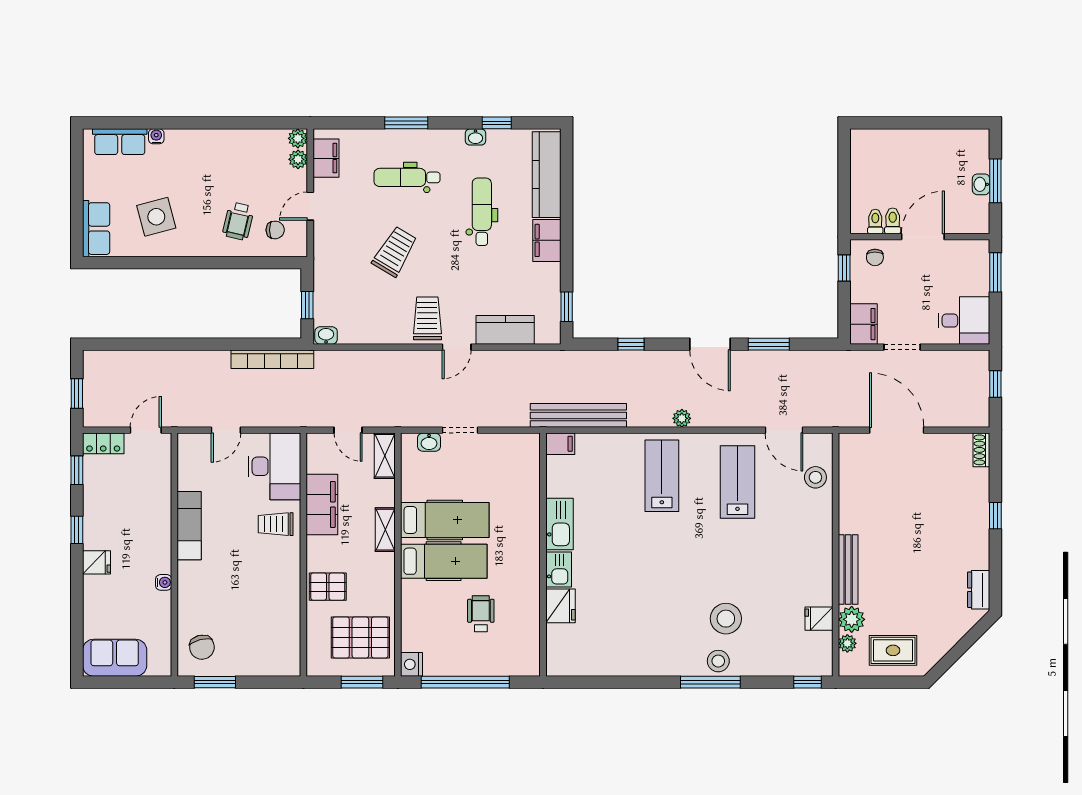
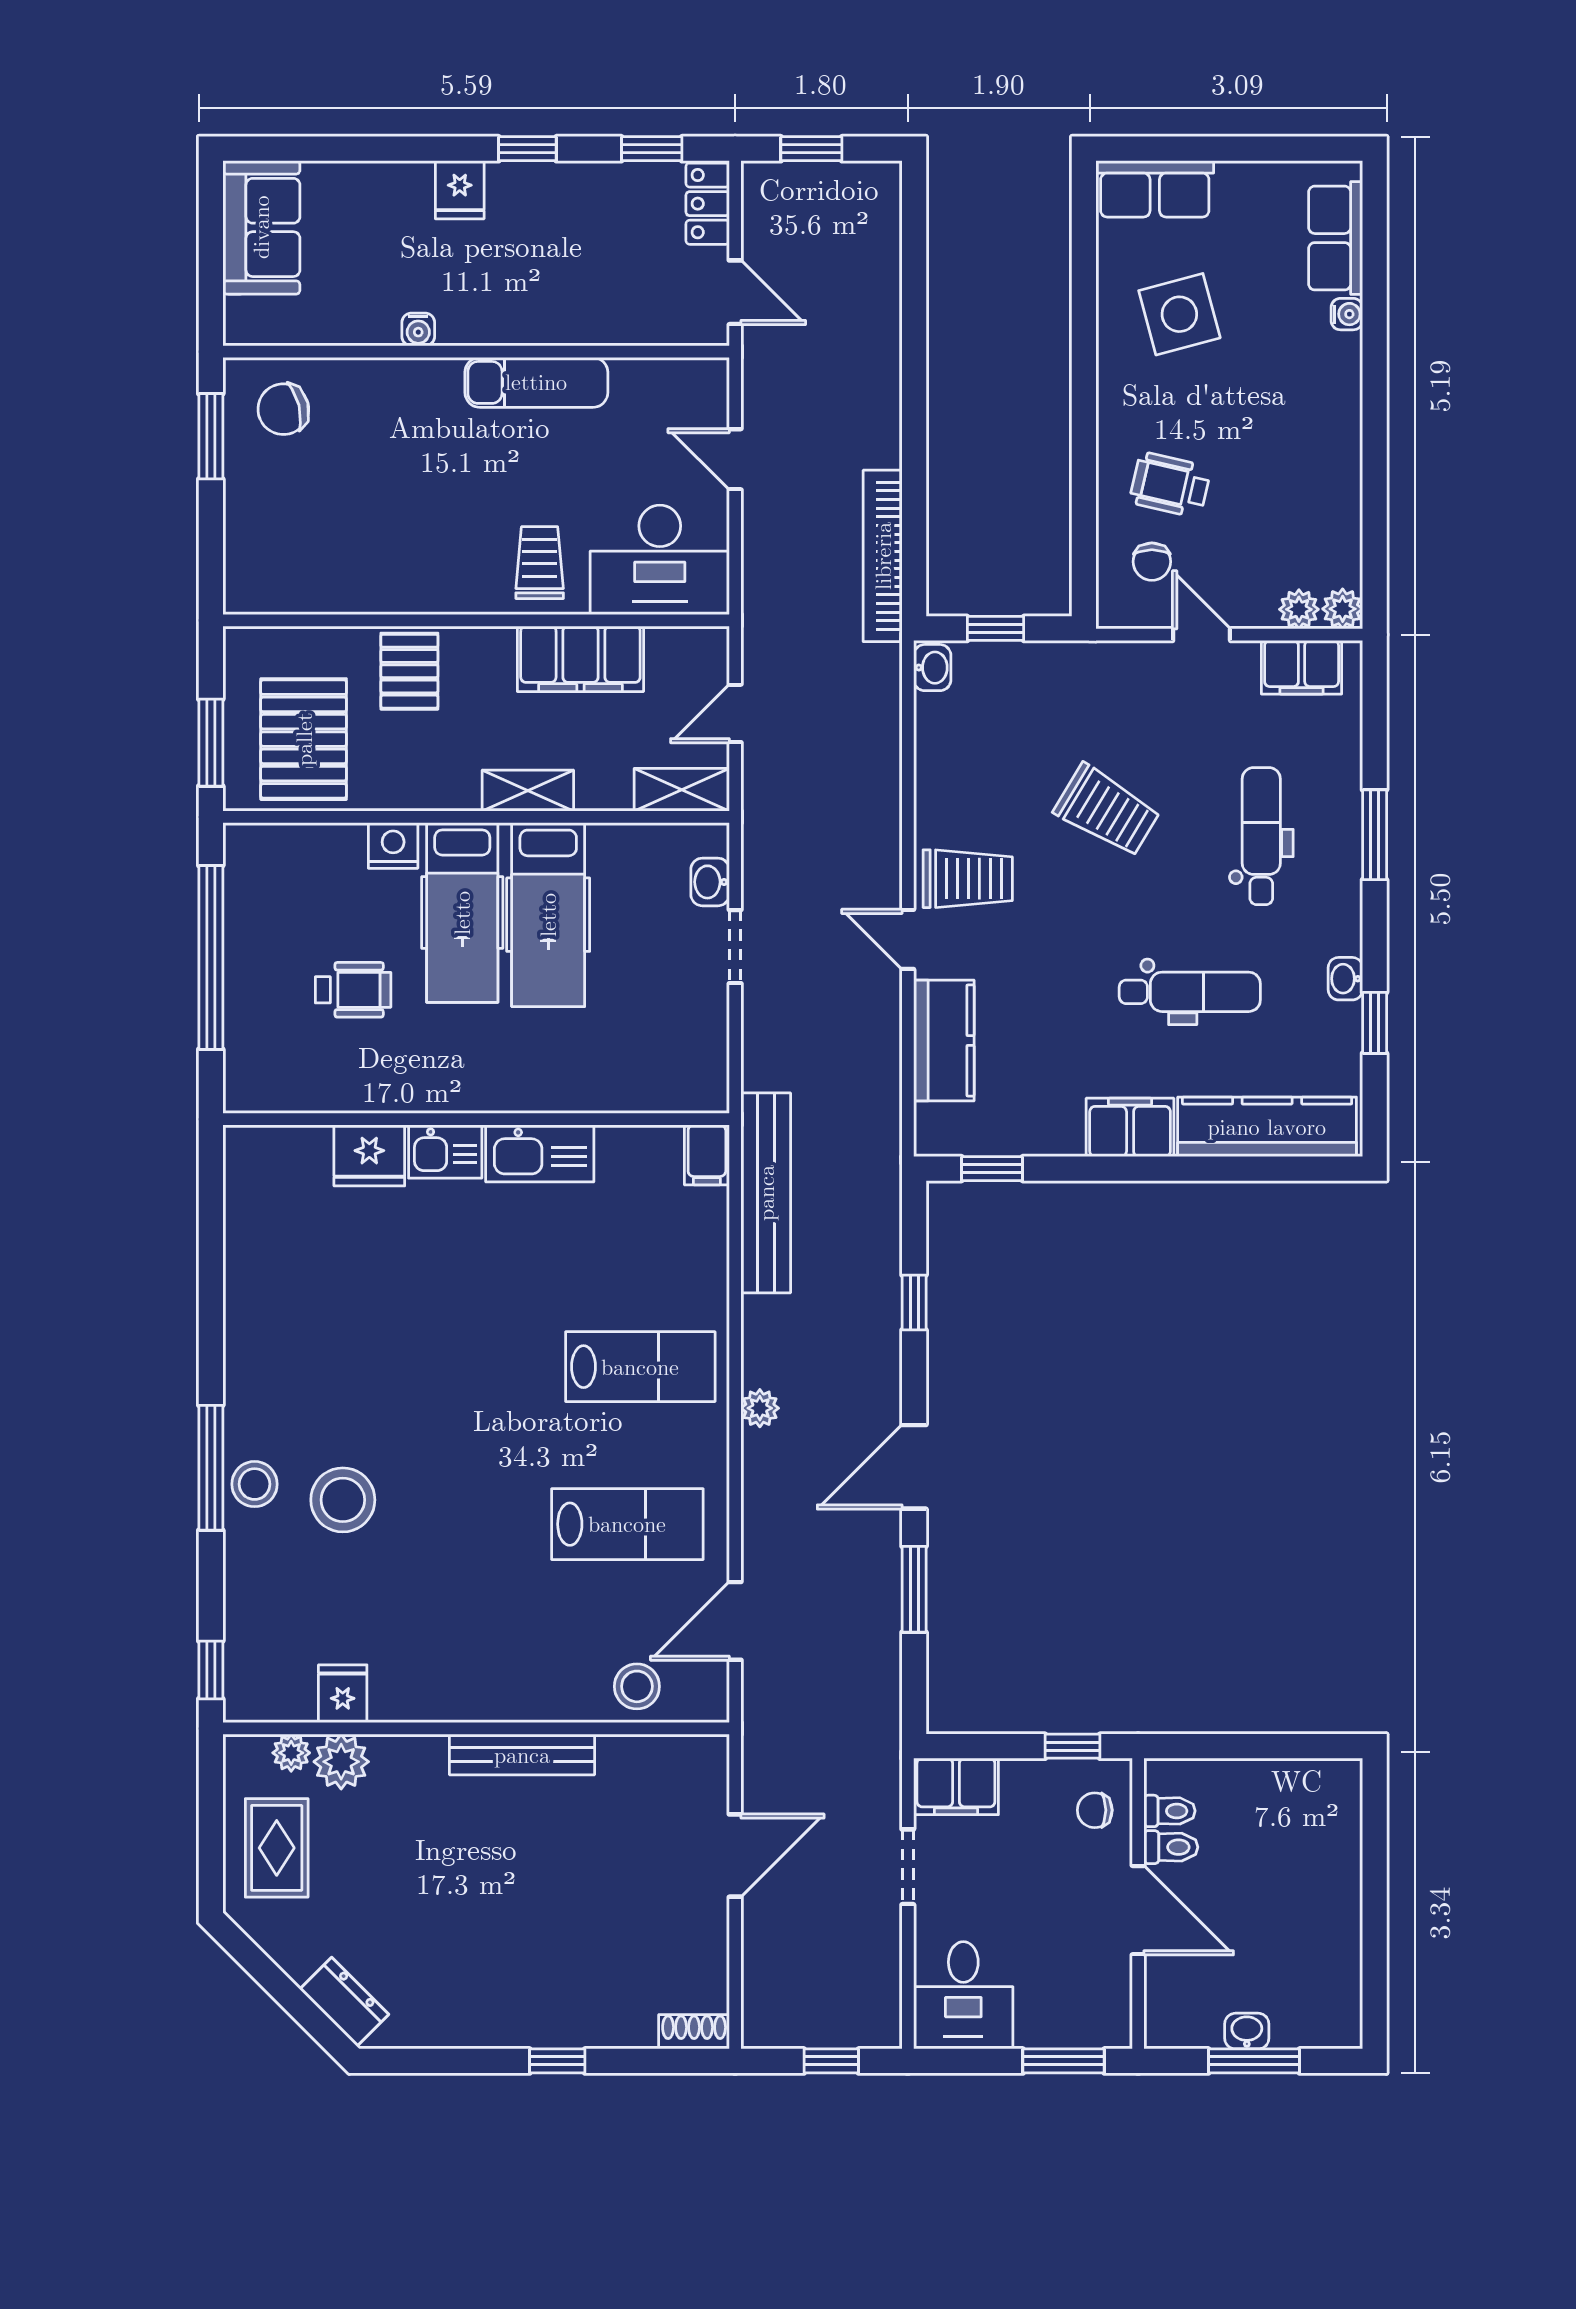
door: (897, 430) -> (735, 1856), width x0.73
bench: (848, 570) -> (522, 1755), moved
dresser: (979, 590) -> (344, 2002), moved, turned 45
nightstand: (412, 664) -> (393, 846), moved

